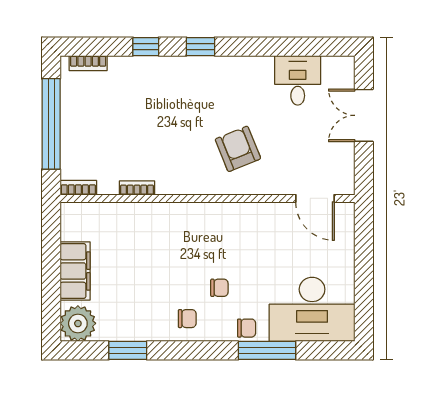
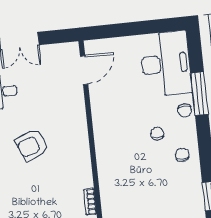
armchair: (238, 149) -> (32, 145), moved
chair: (247, 328) -> (185, 110), turned 180

